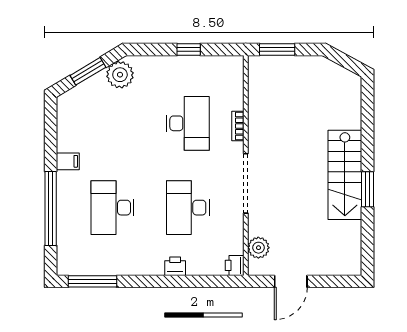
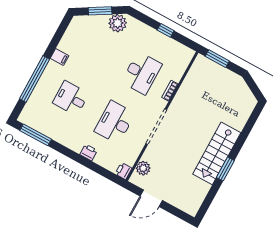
desk: (112, 208) -> (71, 98), width x0.73

